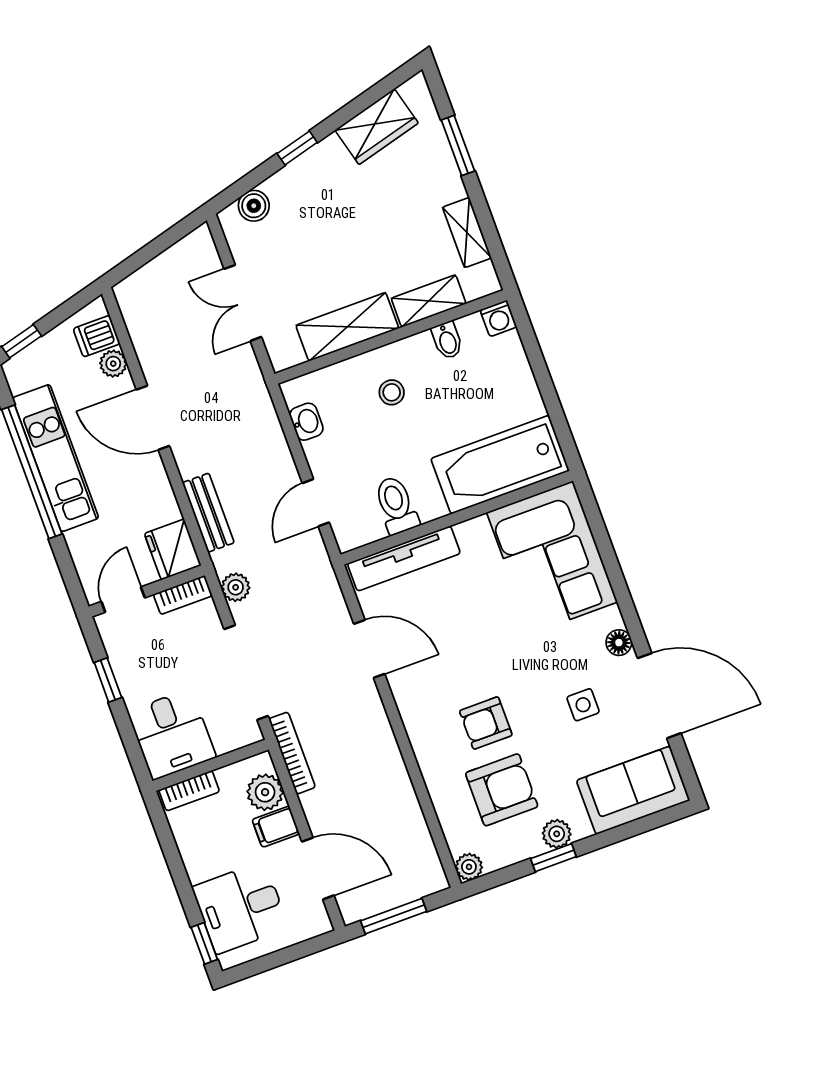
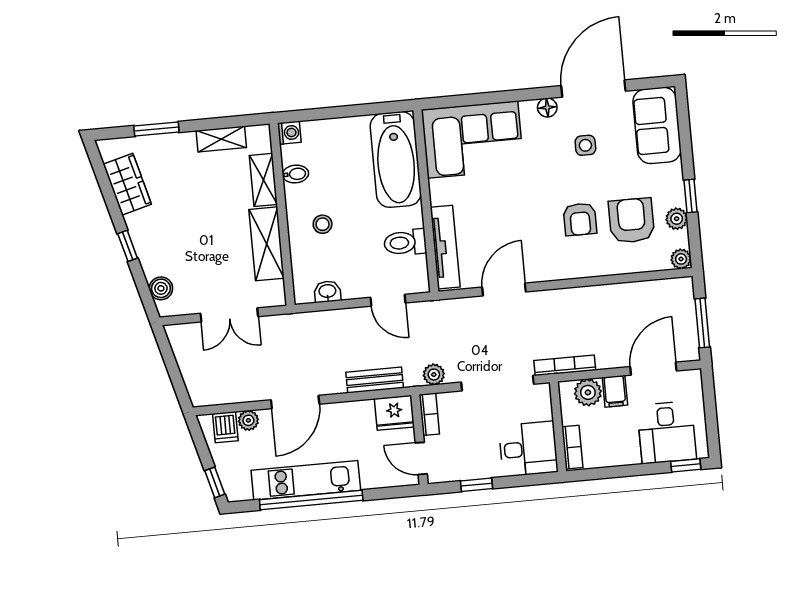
plant: (557, 834) -> (677, 219), moved

